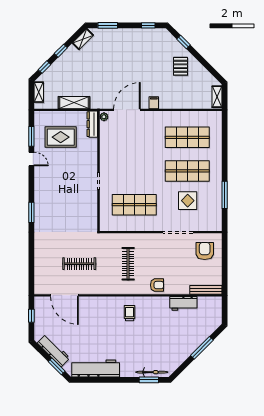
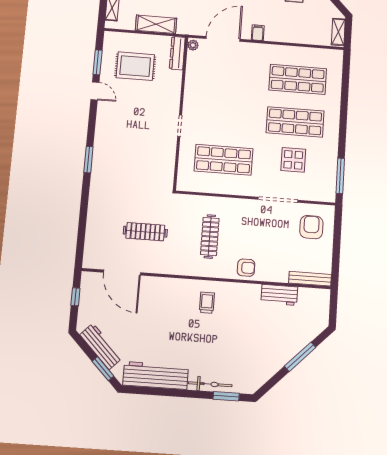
window: (225, 195) -> (340, 176), moved
bicycle: (152, 372) -> (210, 384), moved

